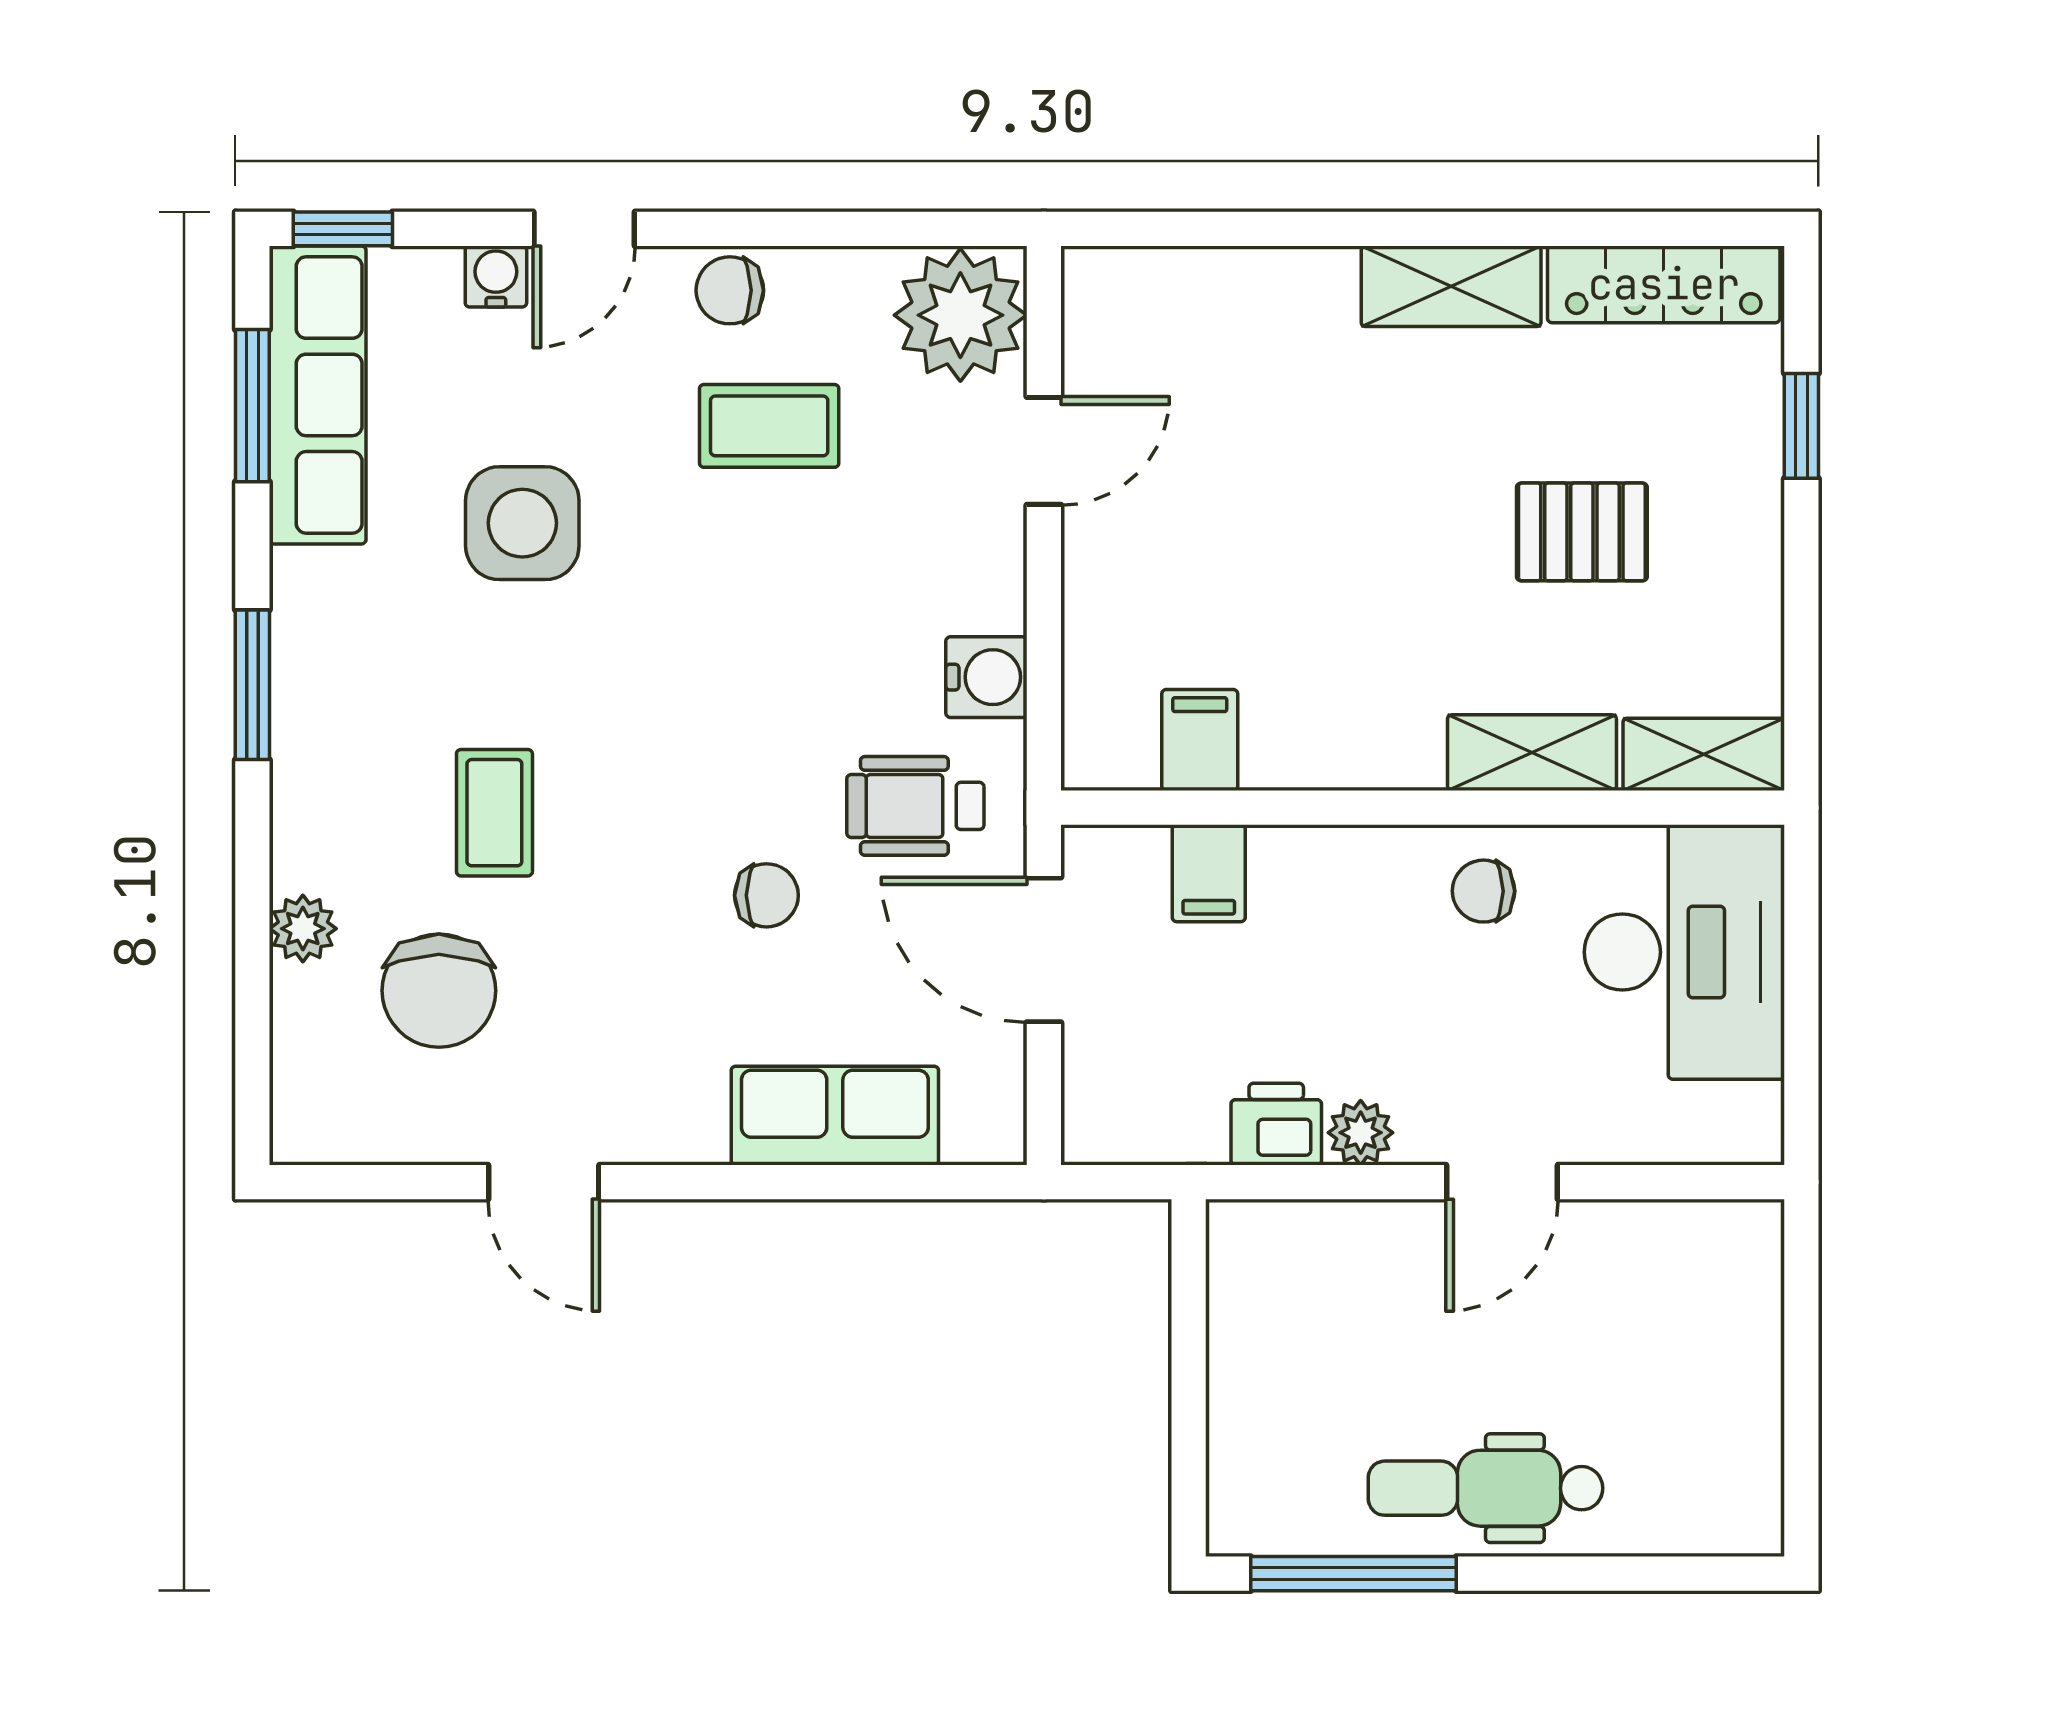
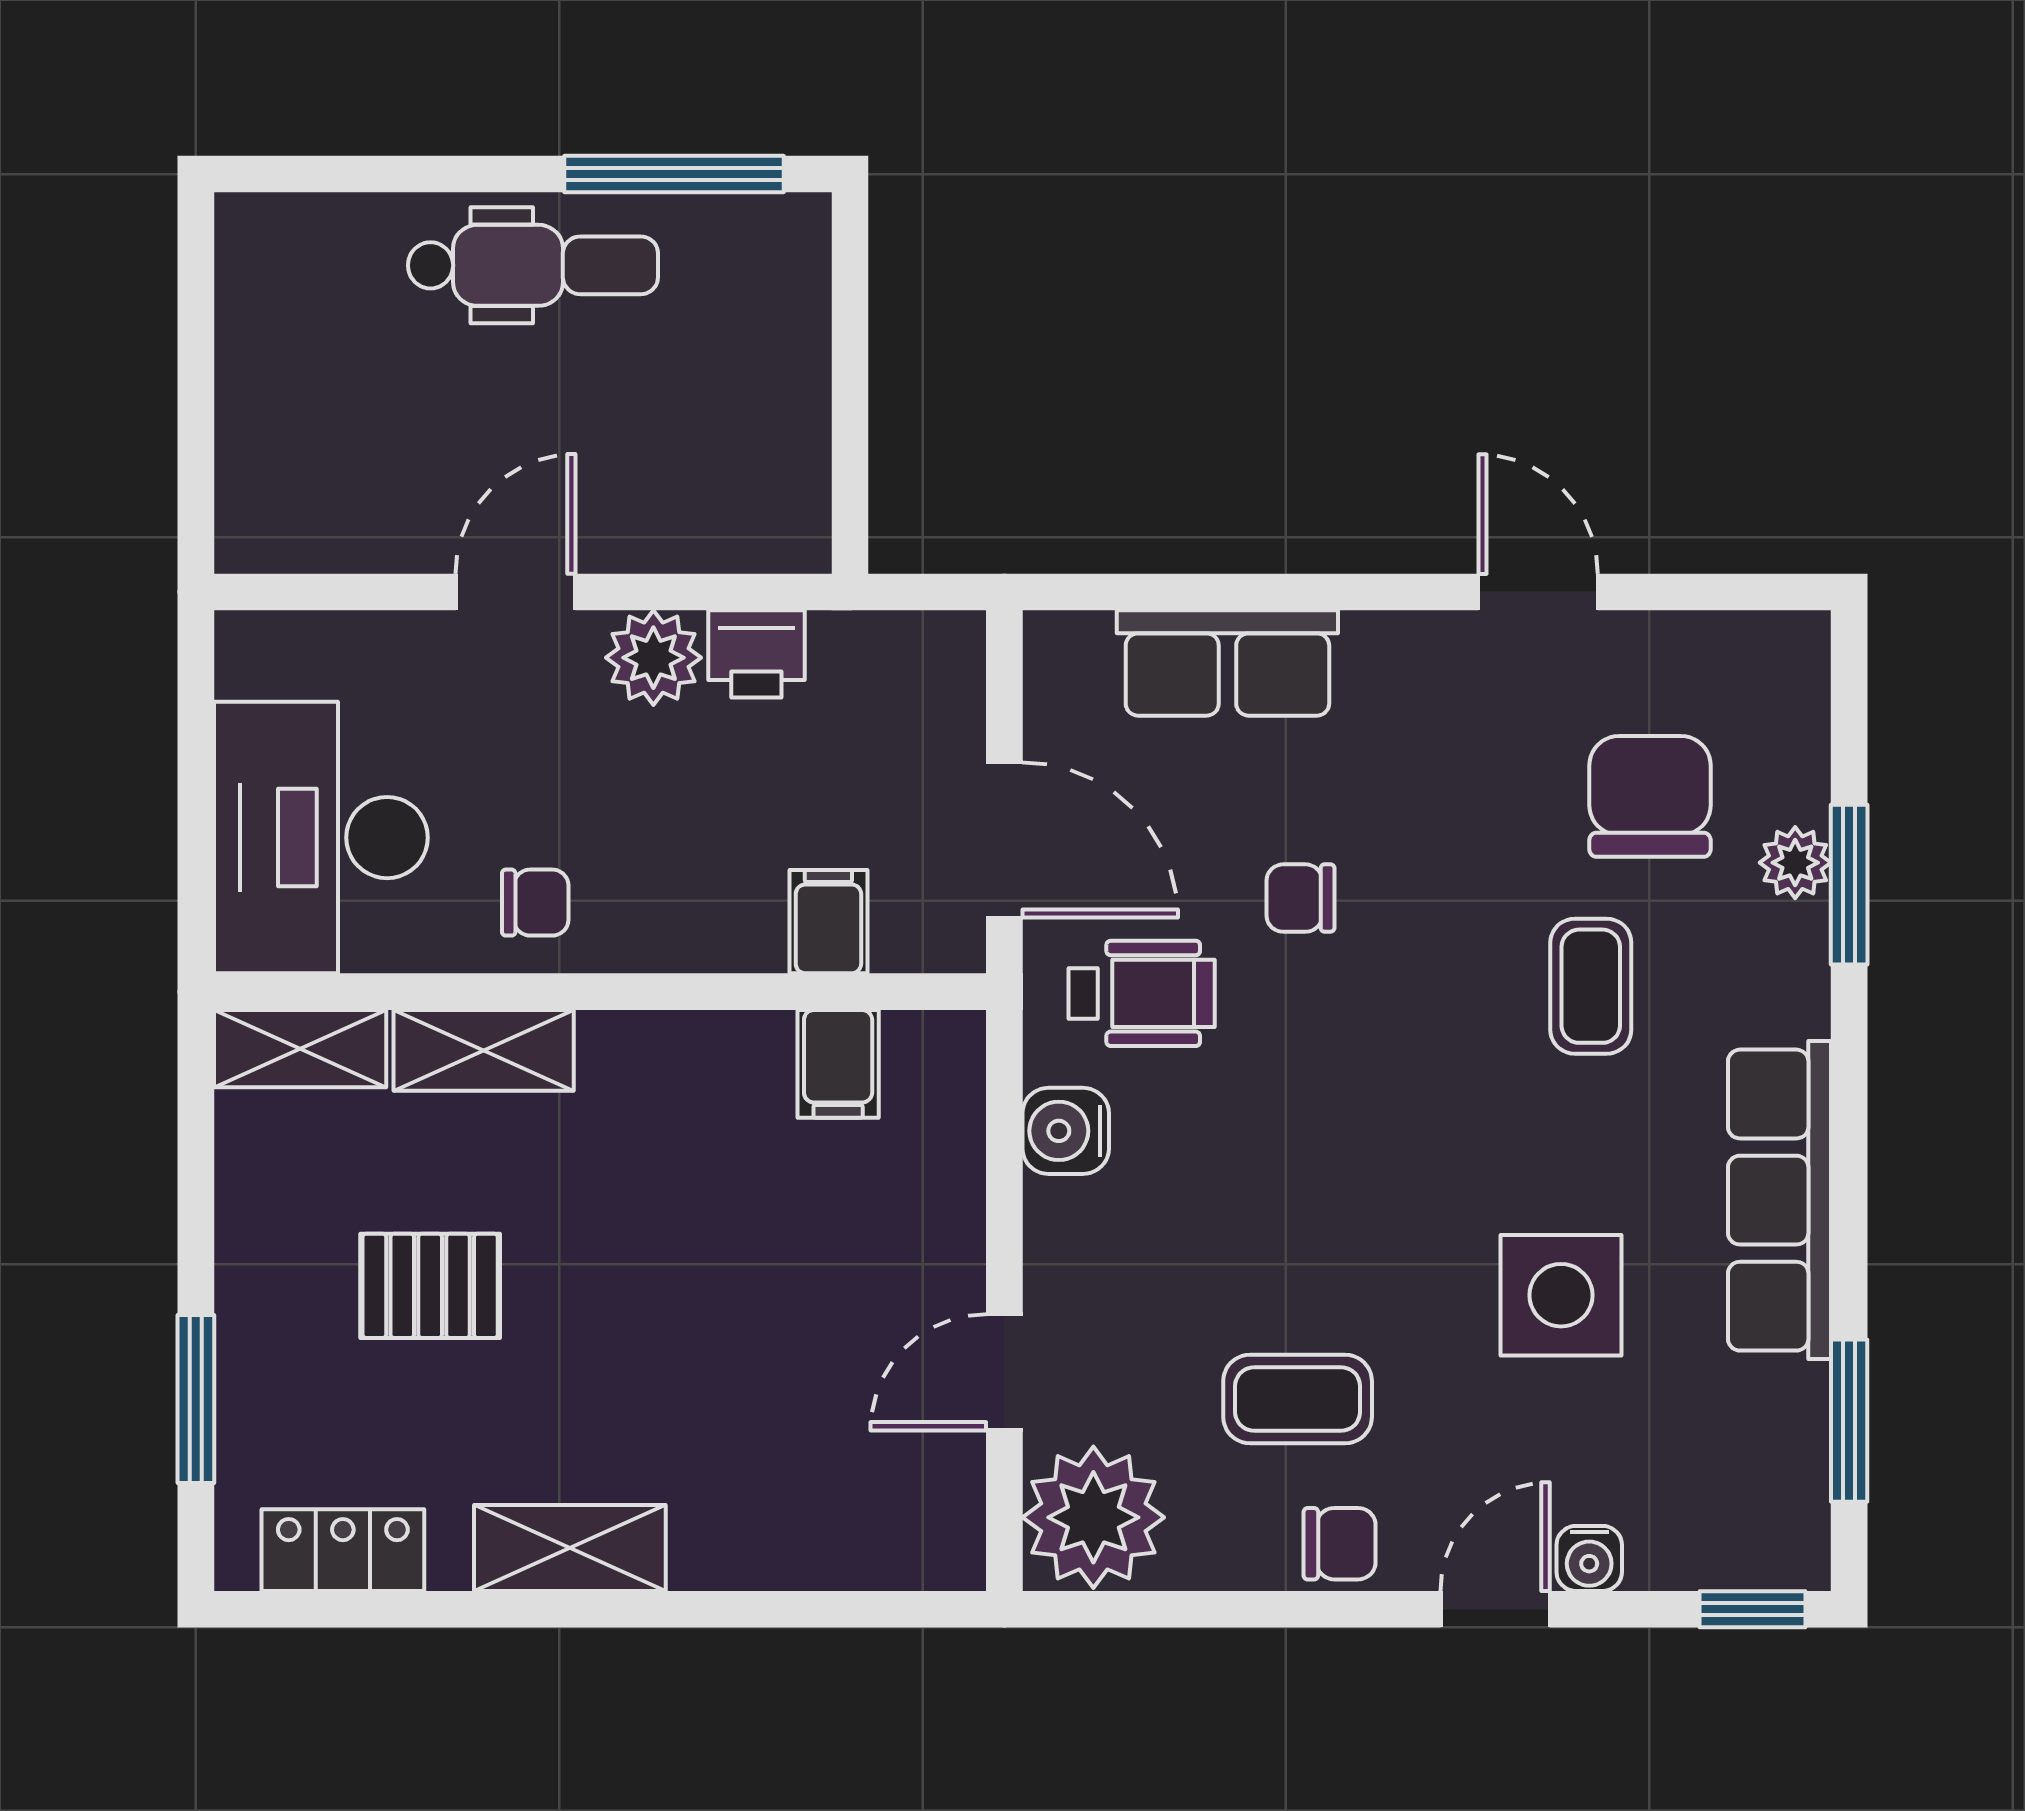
locker: (1664, 284) -> (343, 1550), width x0.66
row of seats: (318, 395) -> (1779, 1200), moved
window: (1801, 426) -> (196, 1399), width x1.50
window: (252, 685) -> (1849, 885), moved
plant: (1361, 1133) -> (653, 658), width x1.38, depth x1.38

